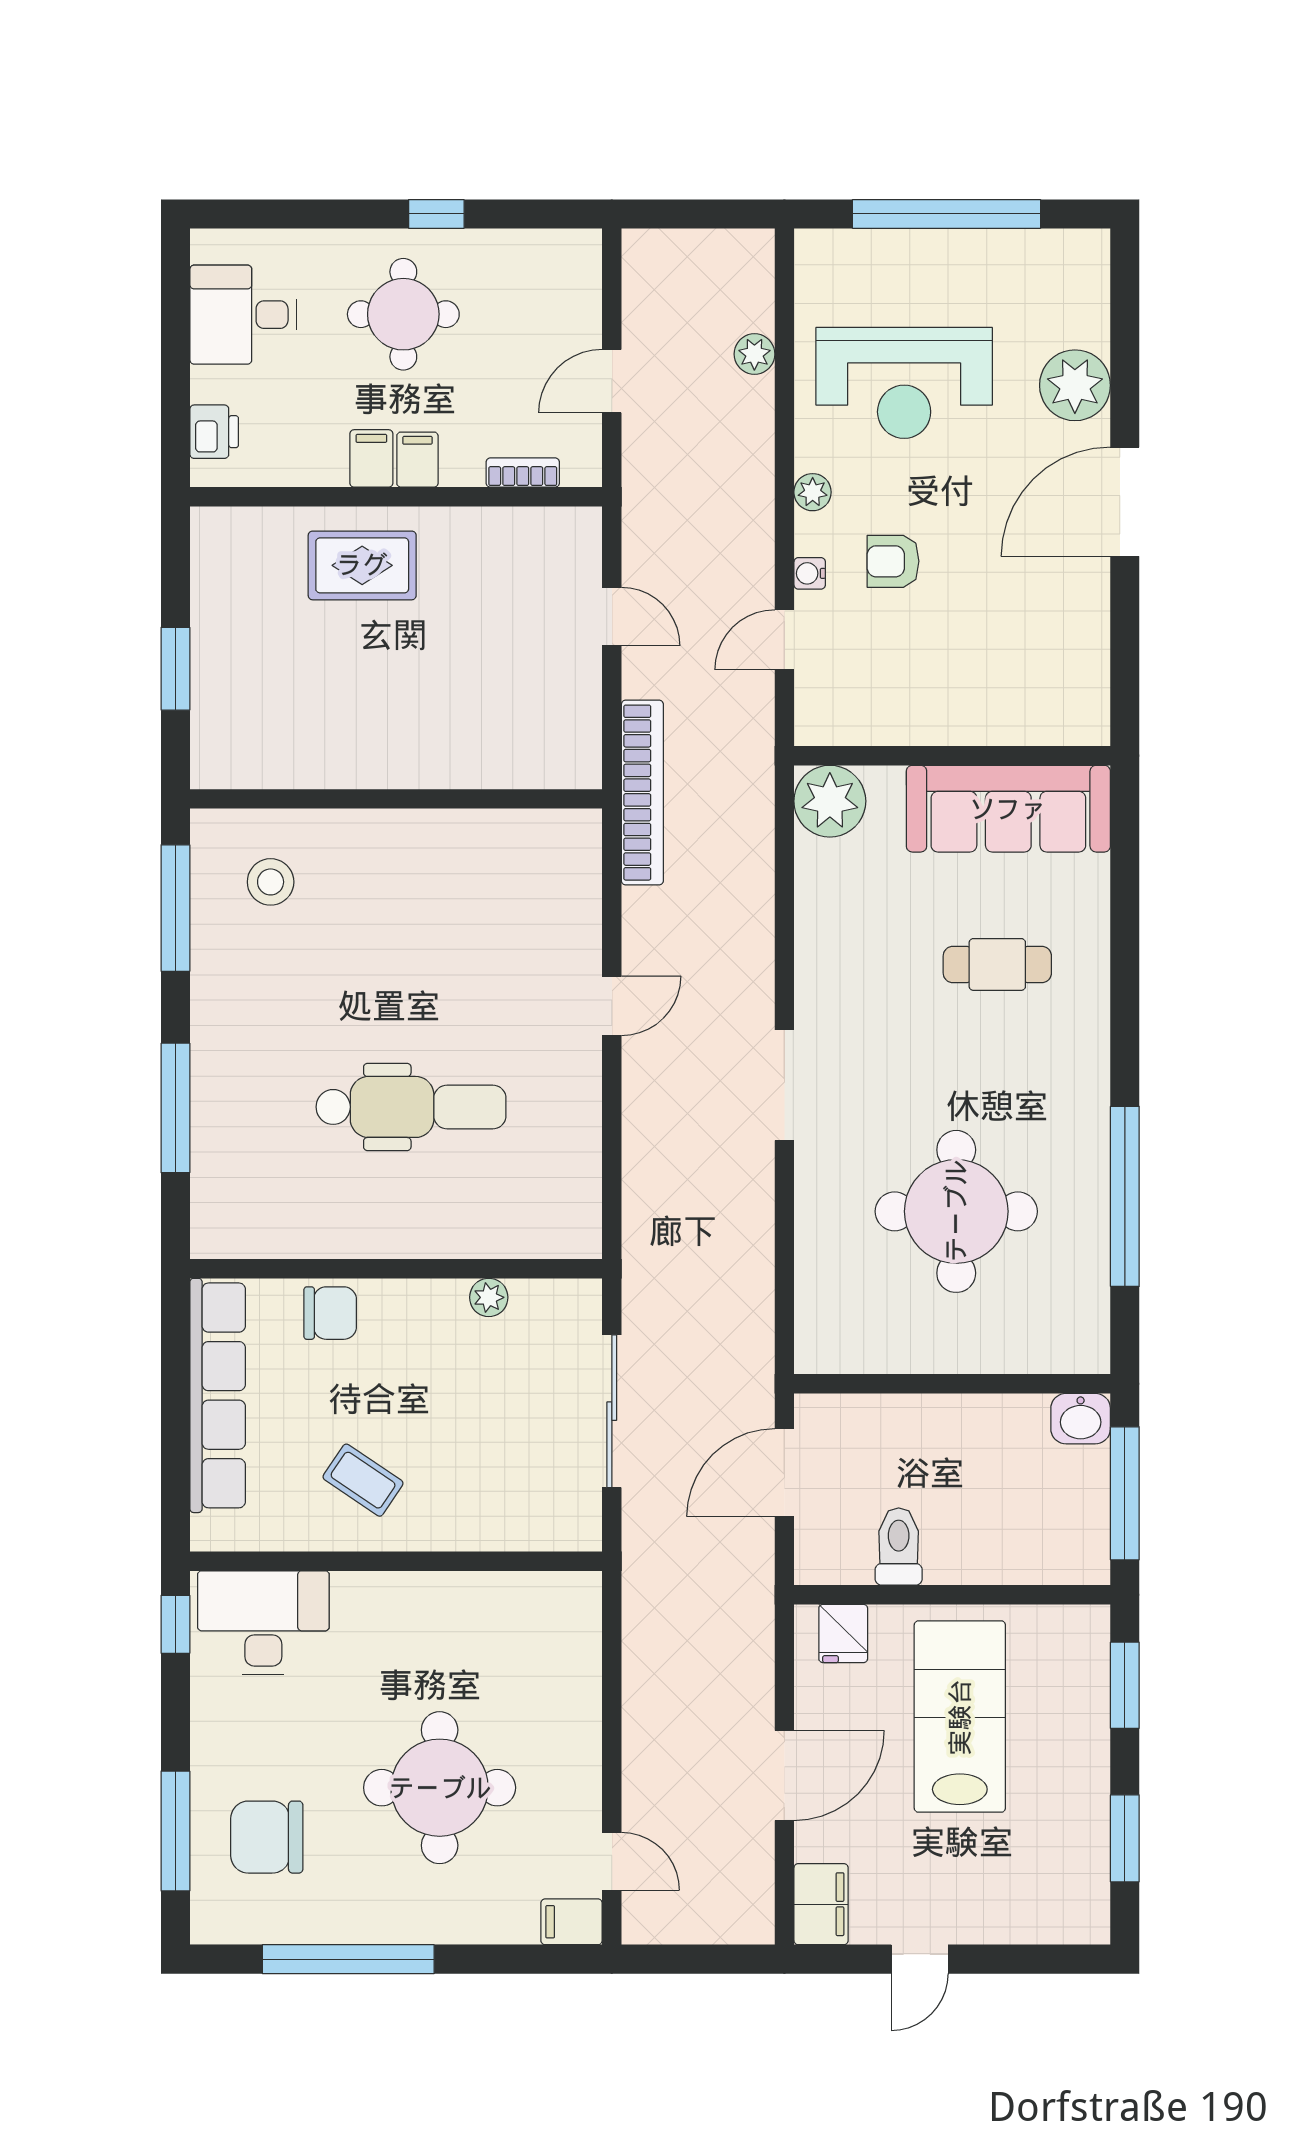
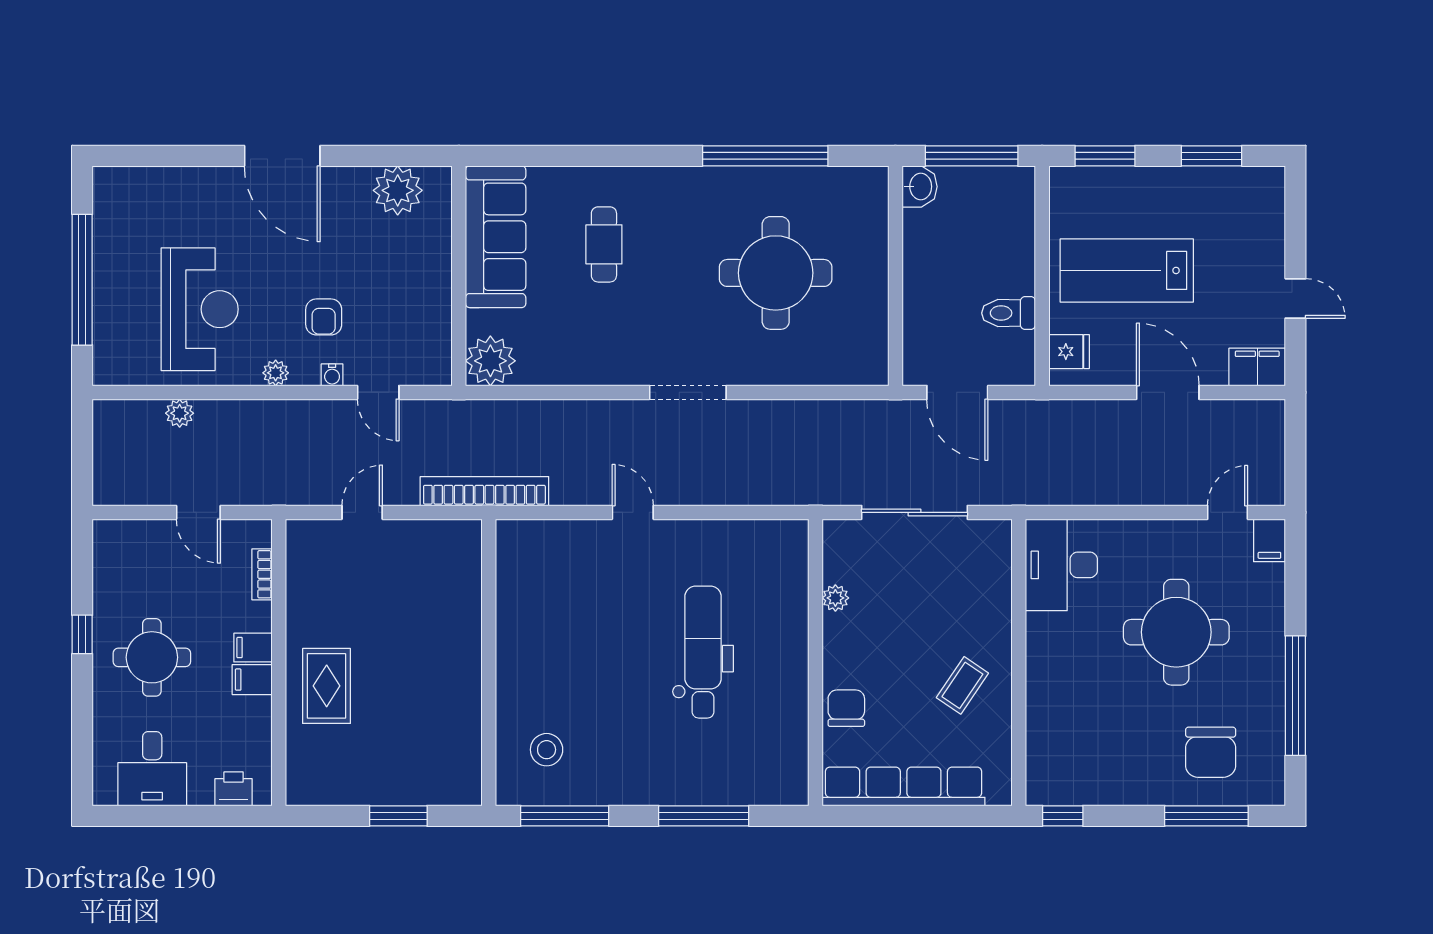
plant: (1075, 385) -> (398, 190), moved
desk: (263, 1623) -> (1061, 565), moved

